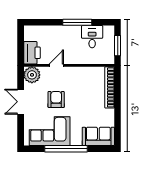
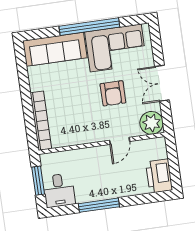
desk: (92, 37) -> (59, 190), moved
printer: (32, 53) -> (159, 176), moved
double door: (21, 102) -> (162, 83), swing flipped
sofa: (98, 136) -> (55, 49), width x1.36

